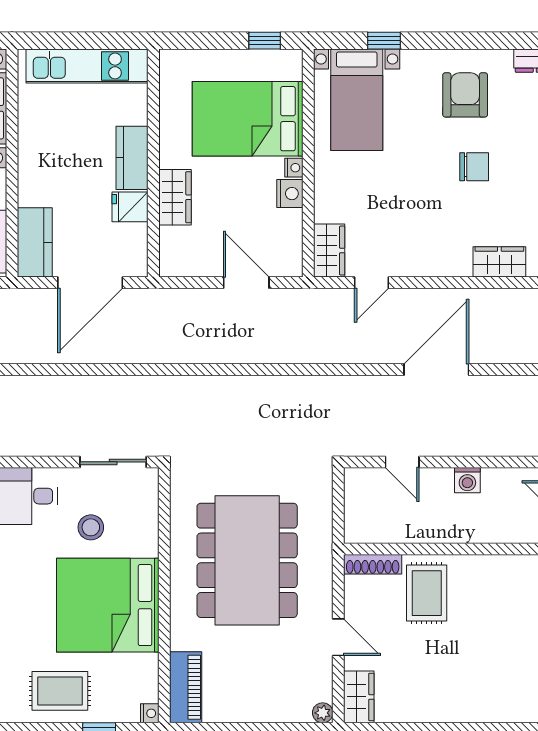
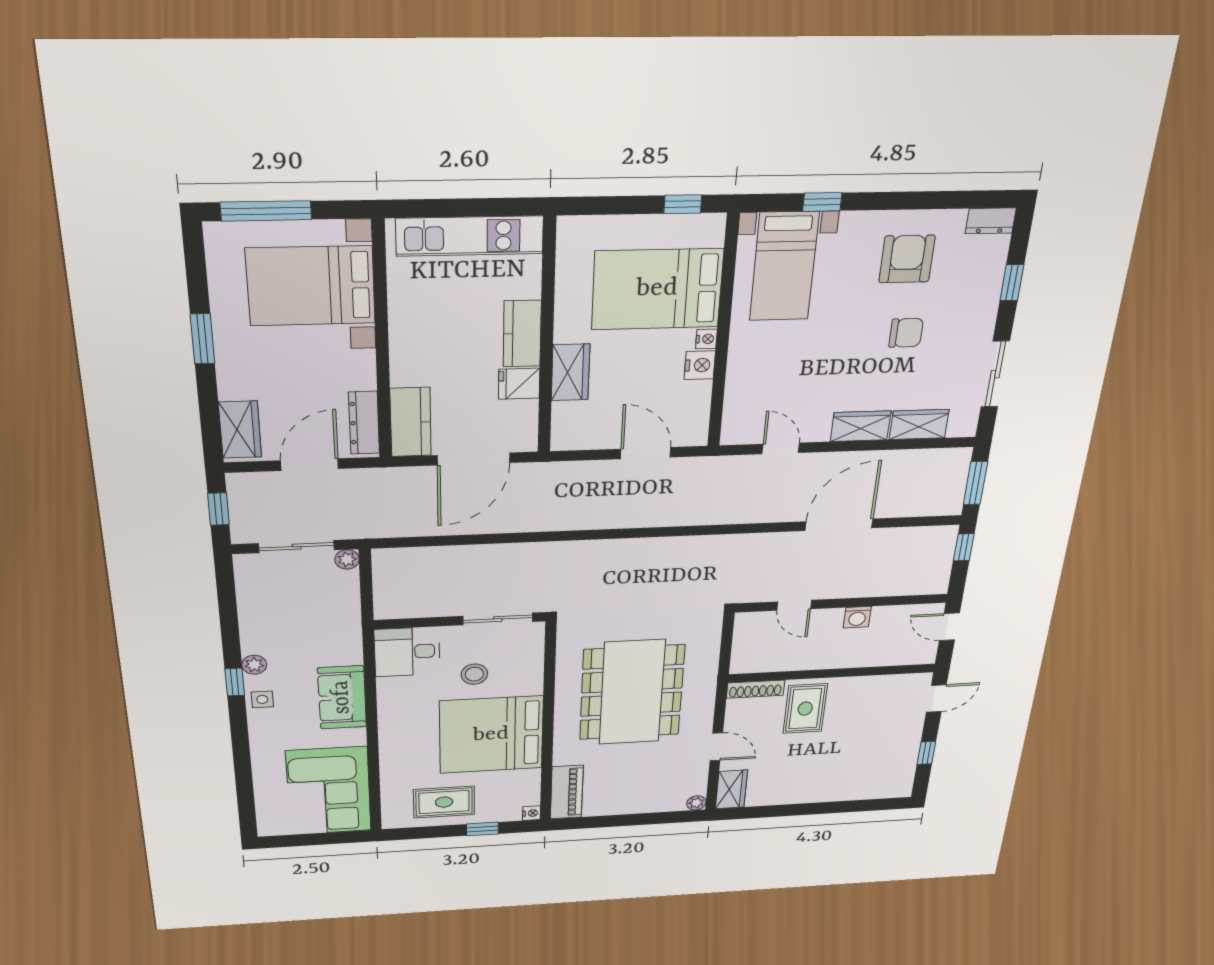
wardrobe: (329, 251) -> (861, 426), moved, turned -90
door: (372, 283) -> (781, 448), swing flipped

